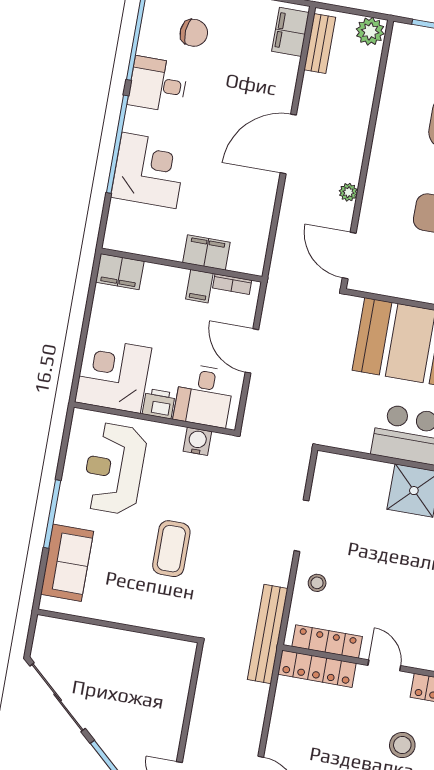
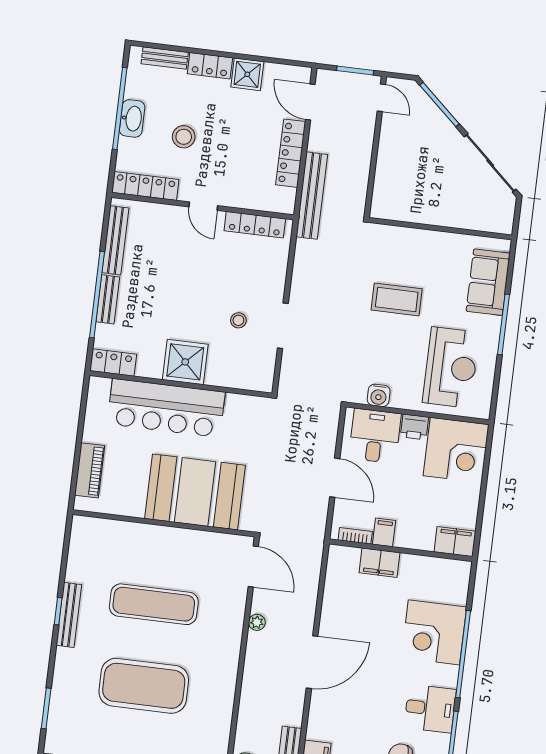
coffee table: (171, 549) -> (397, 299), turned 90
stool: (317, 583) -> (238, 320), moved
bench: (268, 634) -> (312, 196), moved
locker: (317, 669) -> (291, 153), moved, turned -90

